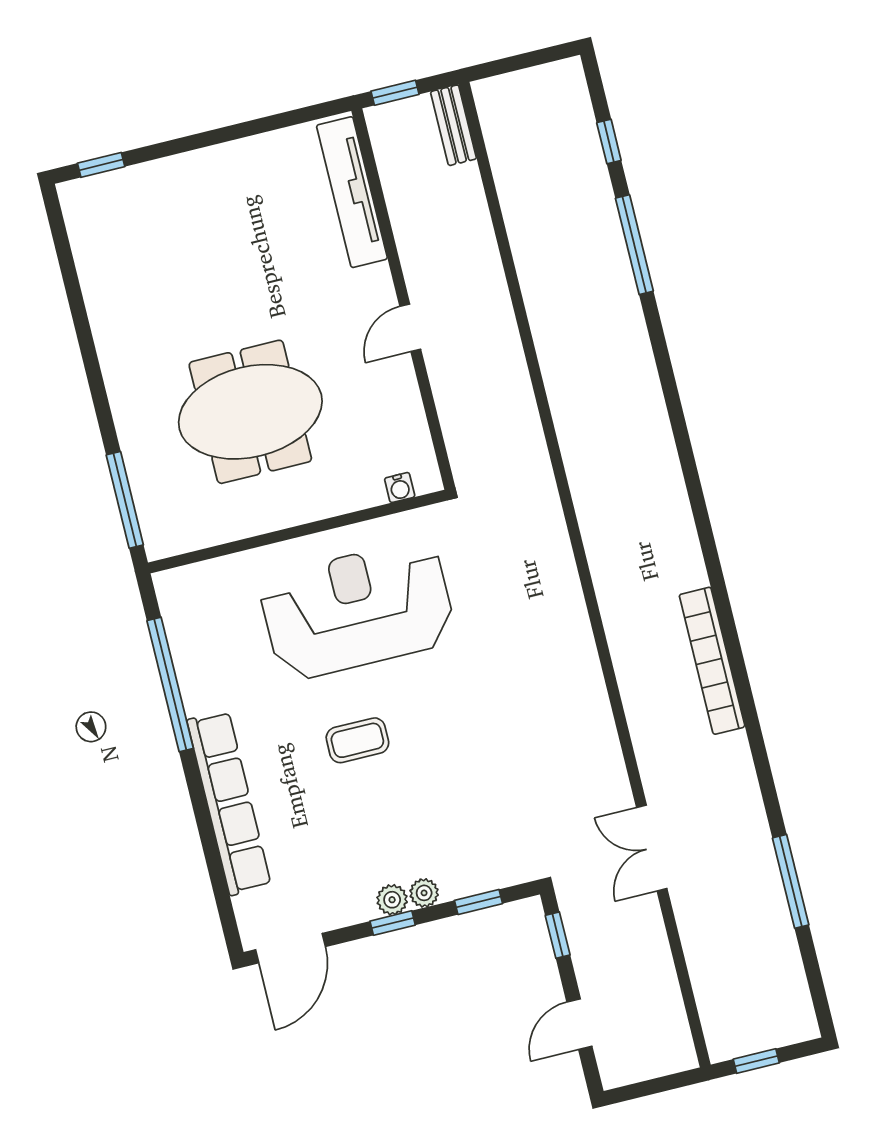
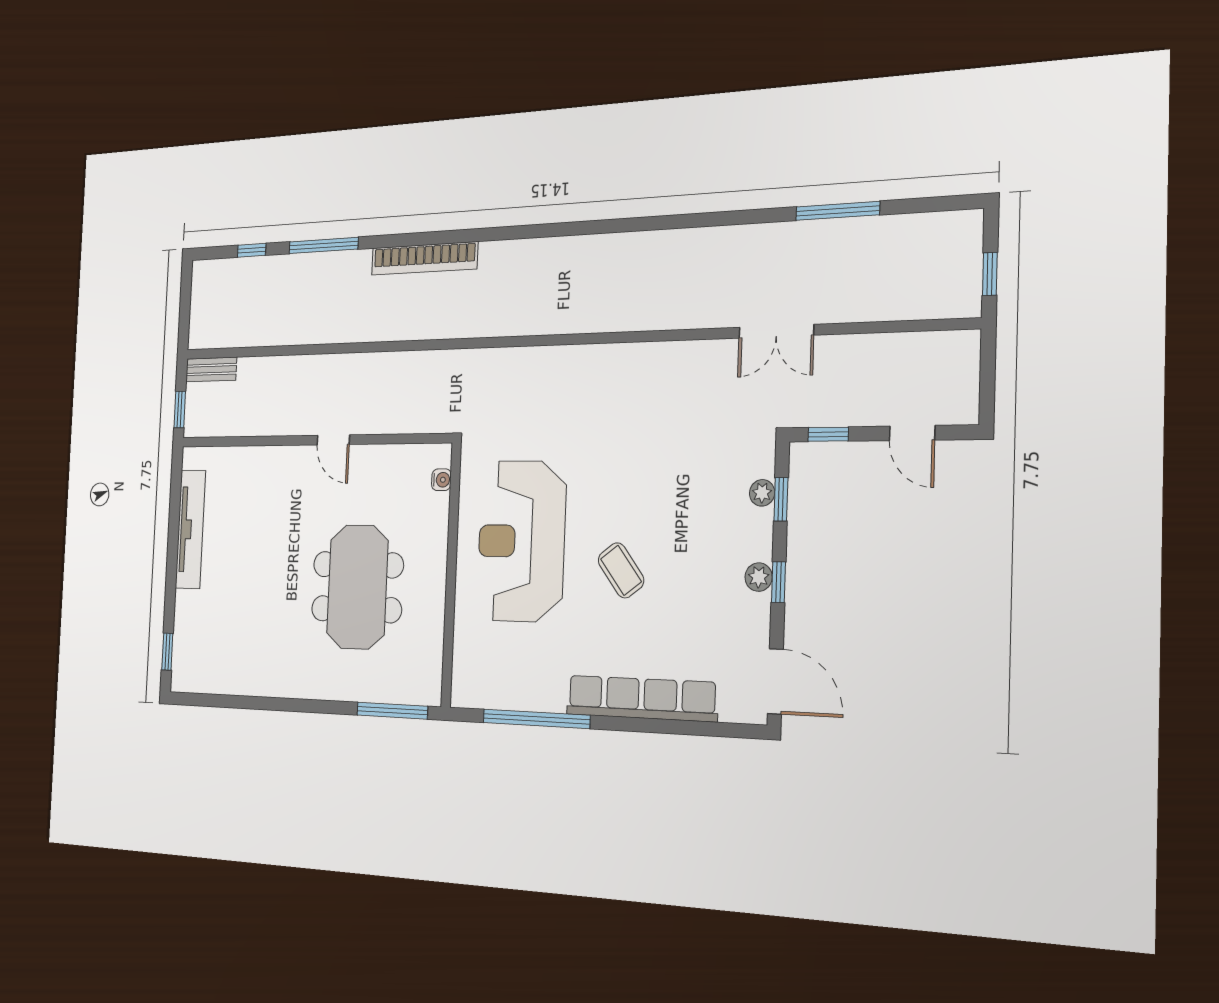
tv unit: (352, 192) -> (190, 529), moved, turned -90
bookcase: (712, 661) -> (424, 258), moved
coffee table: (357, 740) -> (621, 570), turned -37
plant: (424, 893) -> (762, 493), moved

